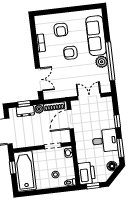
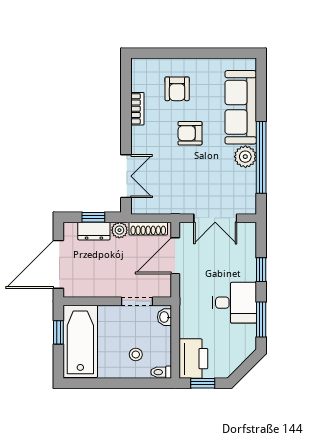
double door: (89, 97) -> (215, 218), swing flipped
floor lamp: (112, 166) -> (242, 351), removed

